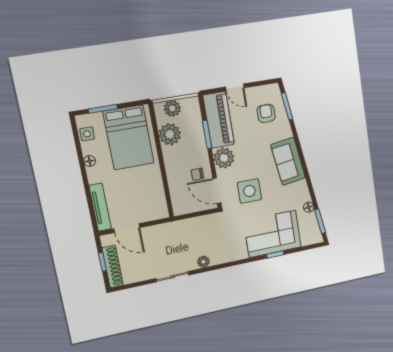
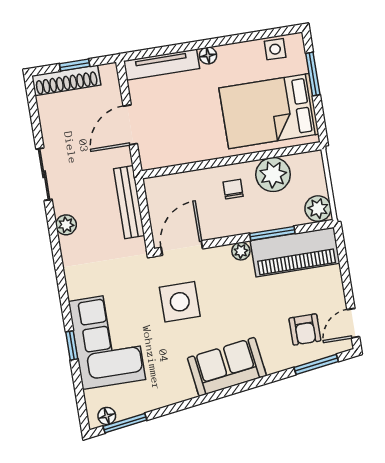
door: (235, 87) -> (353, 323), moved
plant: (172, 108) -> (318, 209), moved
armchair: (266, 113) -> (305, 329), turned 90
plant: (224, 158) -> (241, 251), width x0.53, depth x0.53
floor lamp: (90, 161) -> (208, 56), moved
chair: (197, 174) -> (233, 189), moved
floor lamp: (309, 207) -> (107, 416), moved
bench: (189, 224) -> (129, 202), added
door: (127, 228) -> (130, 125), moved

